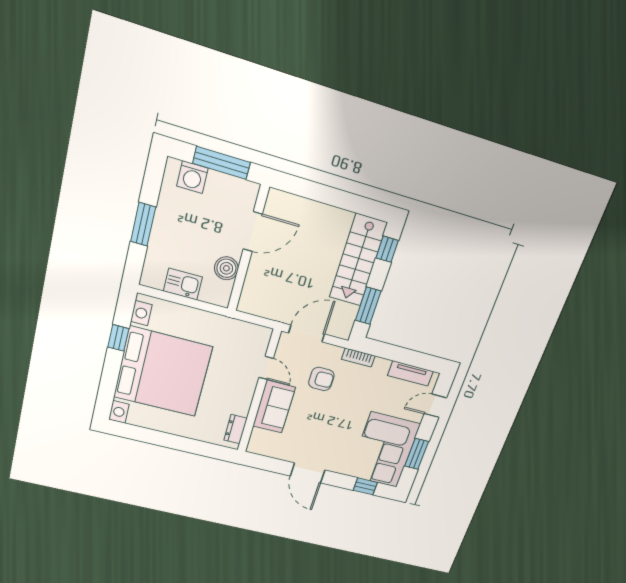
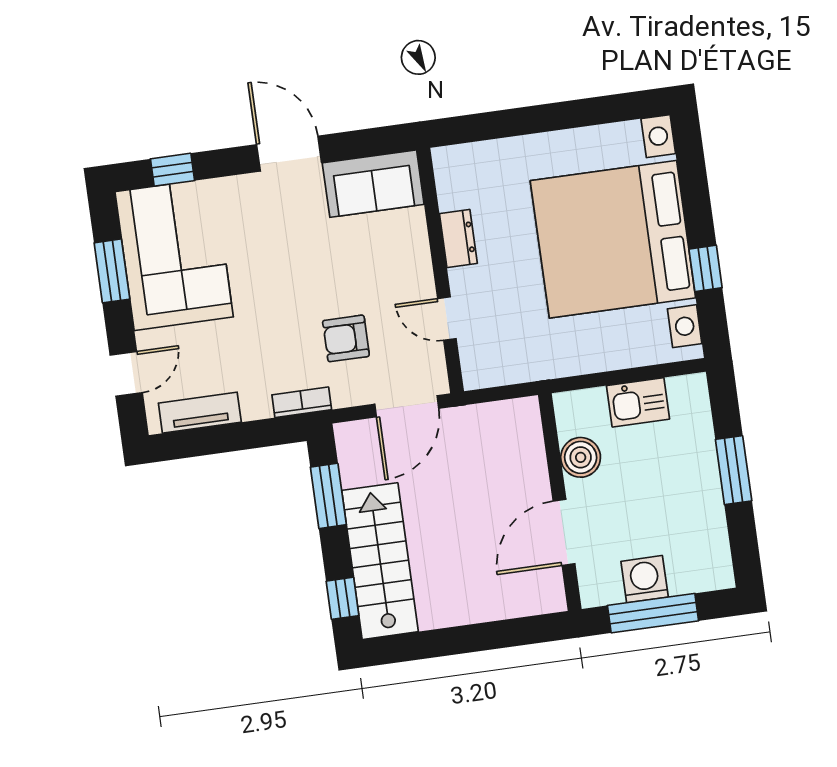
washing machine: (192, 177) -> (645, 579), moved
sofa: (274, 407) -> (373, 184), moved, turned -90
dresser: (235, 429) -> (458, 239), moved

